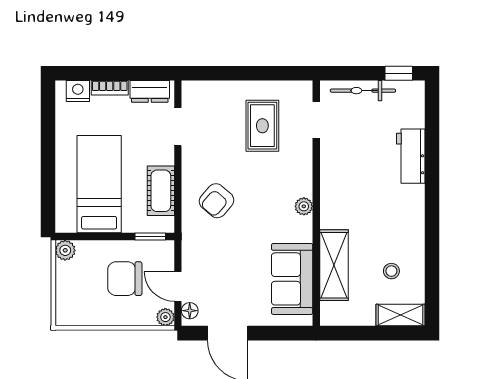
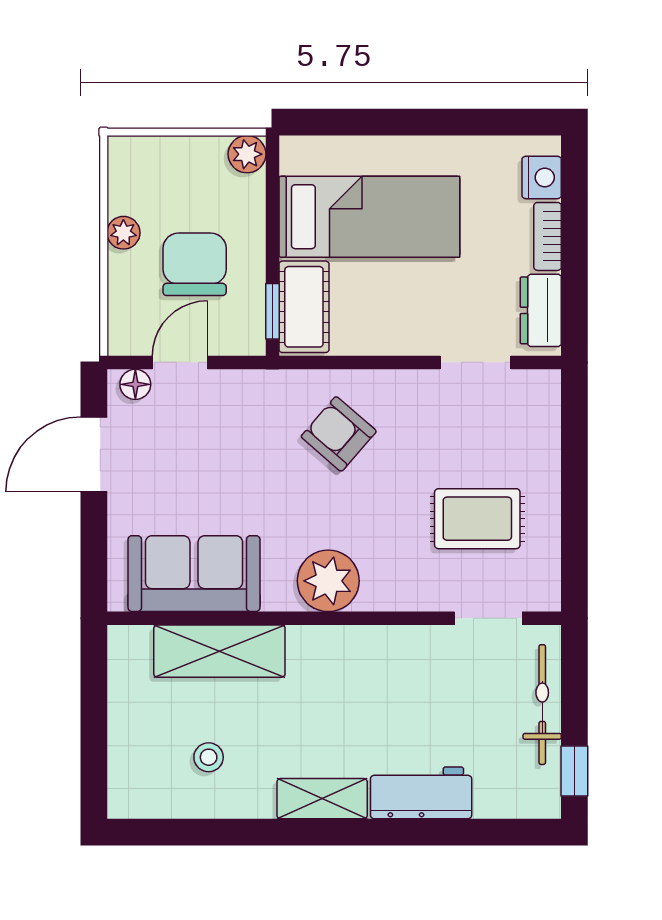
cot: (161, 191) -> (304, 307), moved, turned 90
plant: (304, 206) -> (328, 581), width x1.88, depth x1.88
shelving: (400, 315) -> (322, 799), moved, turned 90
plant: (165, 317) -> (123, 233), moved

